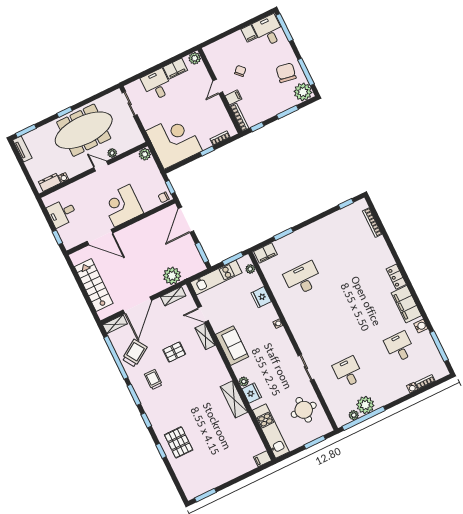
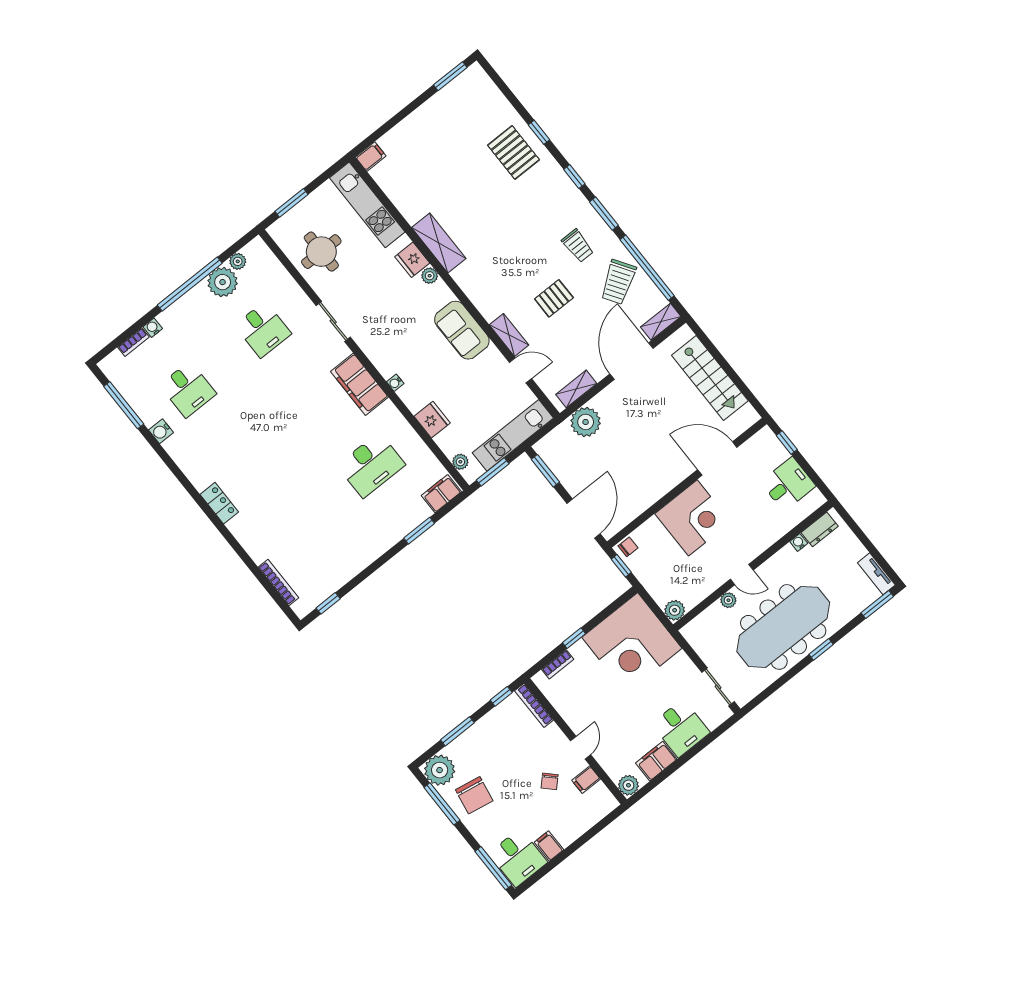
filing cabinet: (233, 97) -> (586, 780), moved
filing cabinet: (406, 304) -> (360, 384), moved, turned 180
window: (364, 418) -> (190, 284), moved

